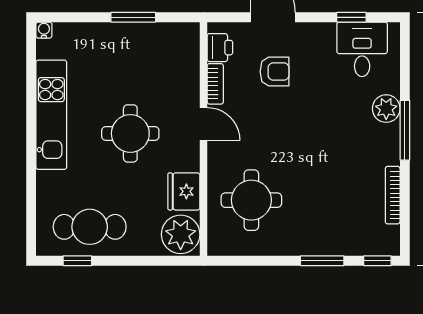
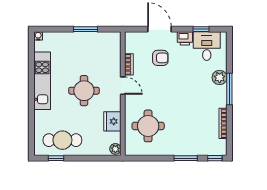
printer: (220, 48) -> (185, 38), moved, turned 90
plant: (181, 234) -> (115, 149), width x0.53, depth x0.53

